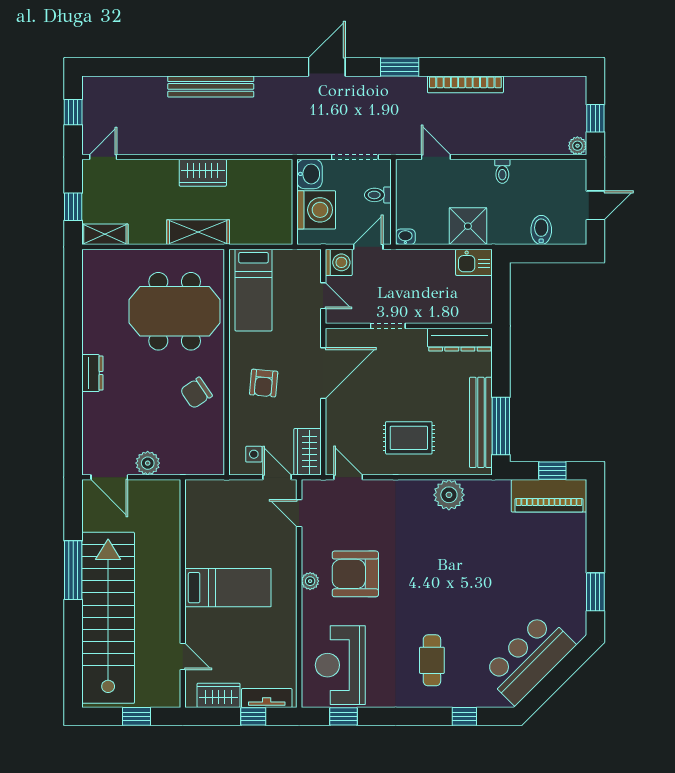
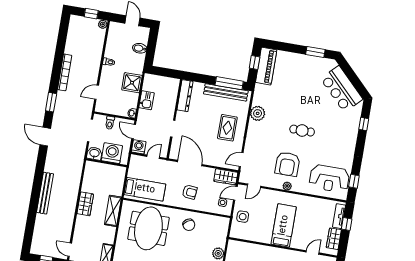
kitchen sink: (474, 262) -> (147, 100), moved
side table: (232, 501) -> (243, 217), added
cafe table: (432, 660) -> (302, 131), moved

